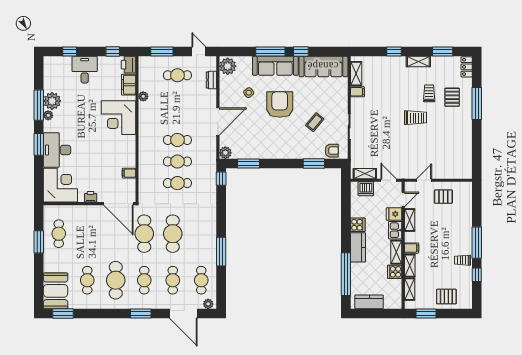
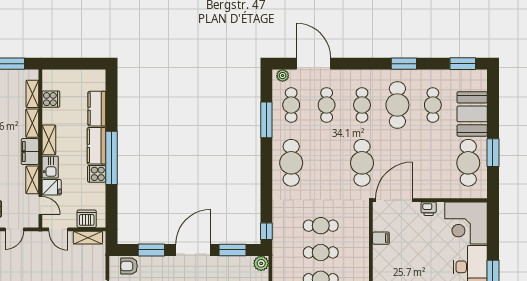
door: (280, 164) -> (193, 250), added
door: (403, 199) -> (40, 205), swing flipped
door: (118, 204) -> (394, 200), hinge flipped
cafe table: (59, 234) -> (468, 163), width x1.37, depth x1.35
cafe table: (173, 234) -> (291, 163), moved
filing cabinet: (412, 248) -> (30, 152), width x2.00
window: (221, 252) -> (266, 120), moved
cooker: (395, 272) -> (51, 99), moved
window: (346, 274) -> (111, 158), moved
booth: (56, 291) -> (472, 114), moved
kitchen counter: (369, 302) -> (97, 109), moved, turned 90
window: (141, 314) -> (404, 64), moved

